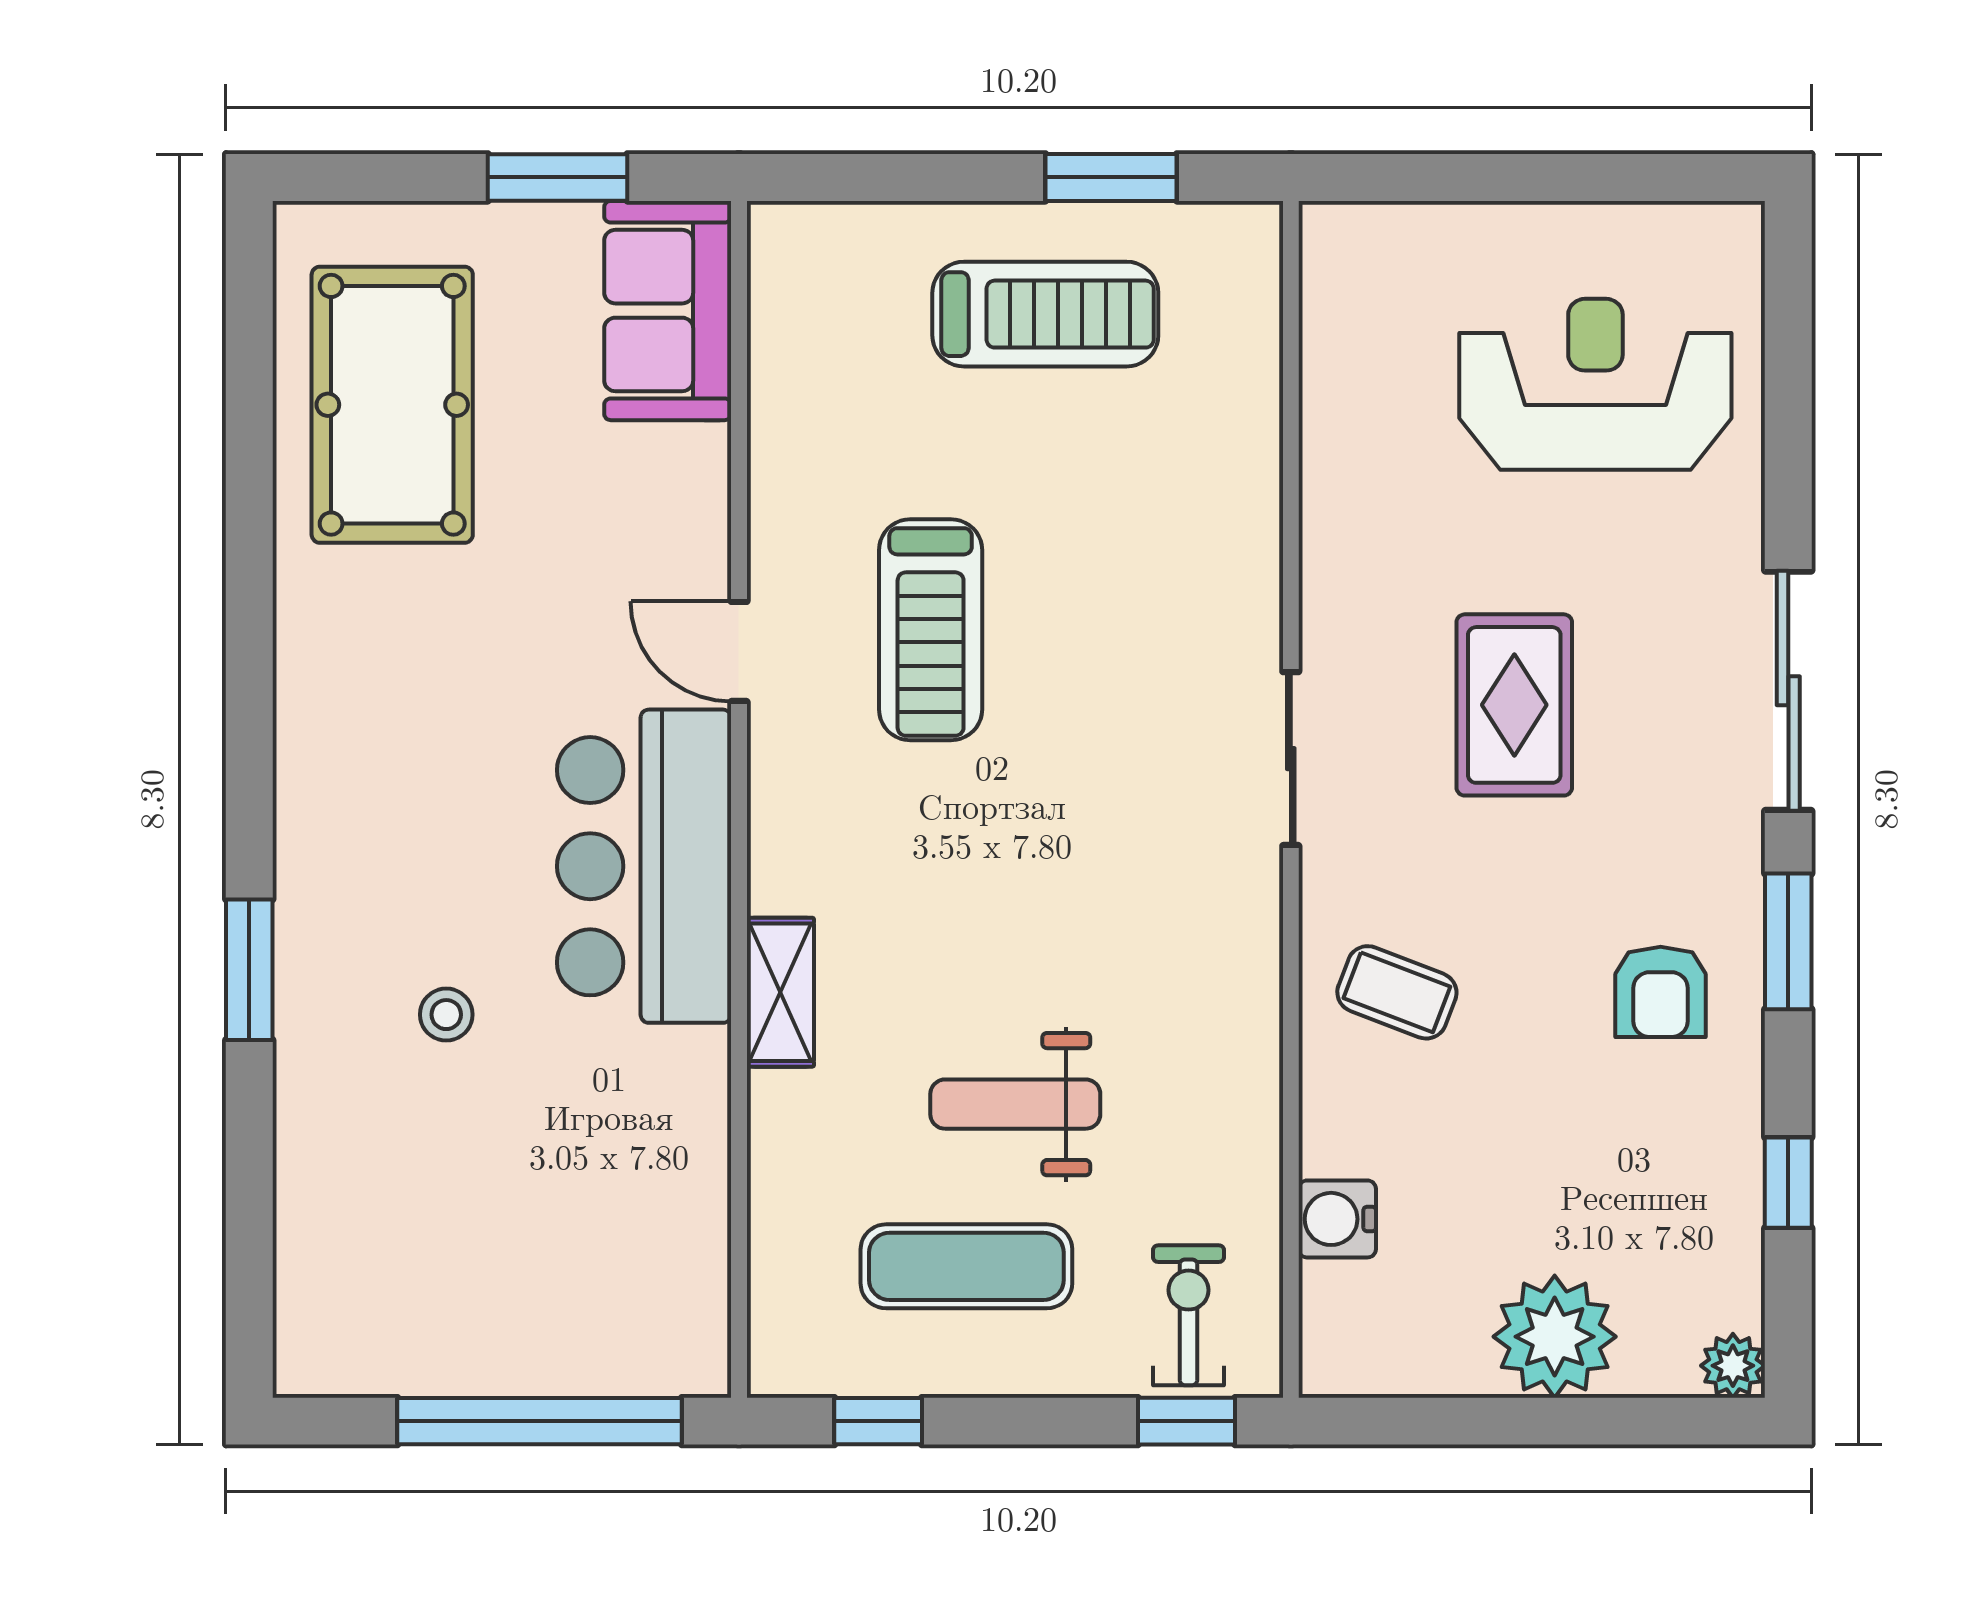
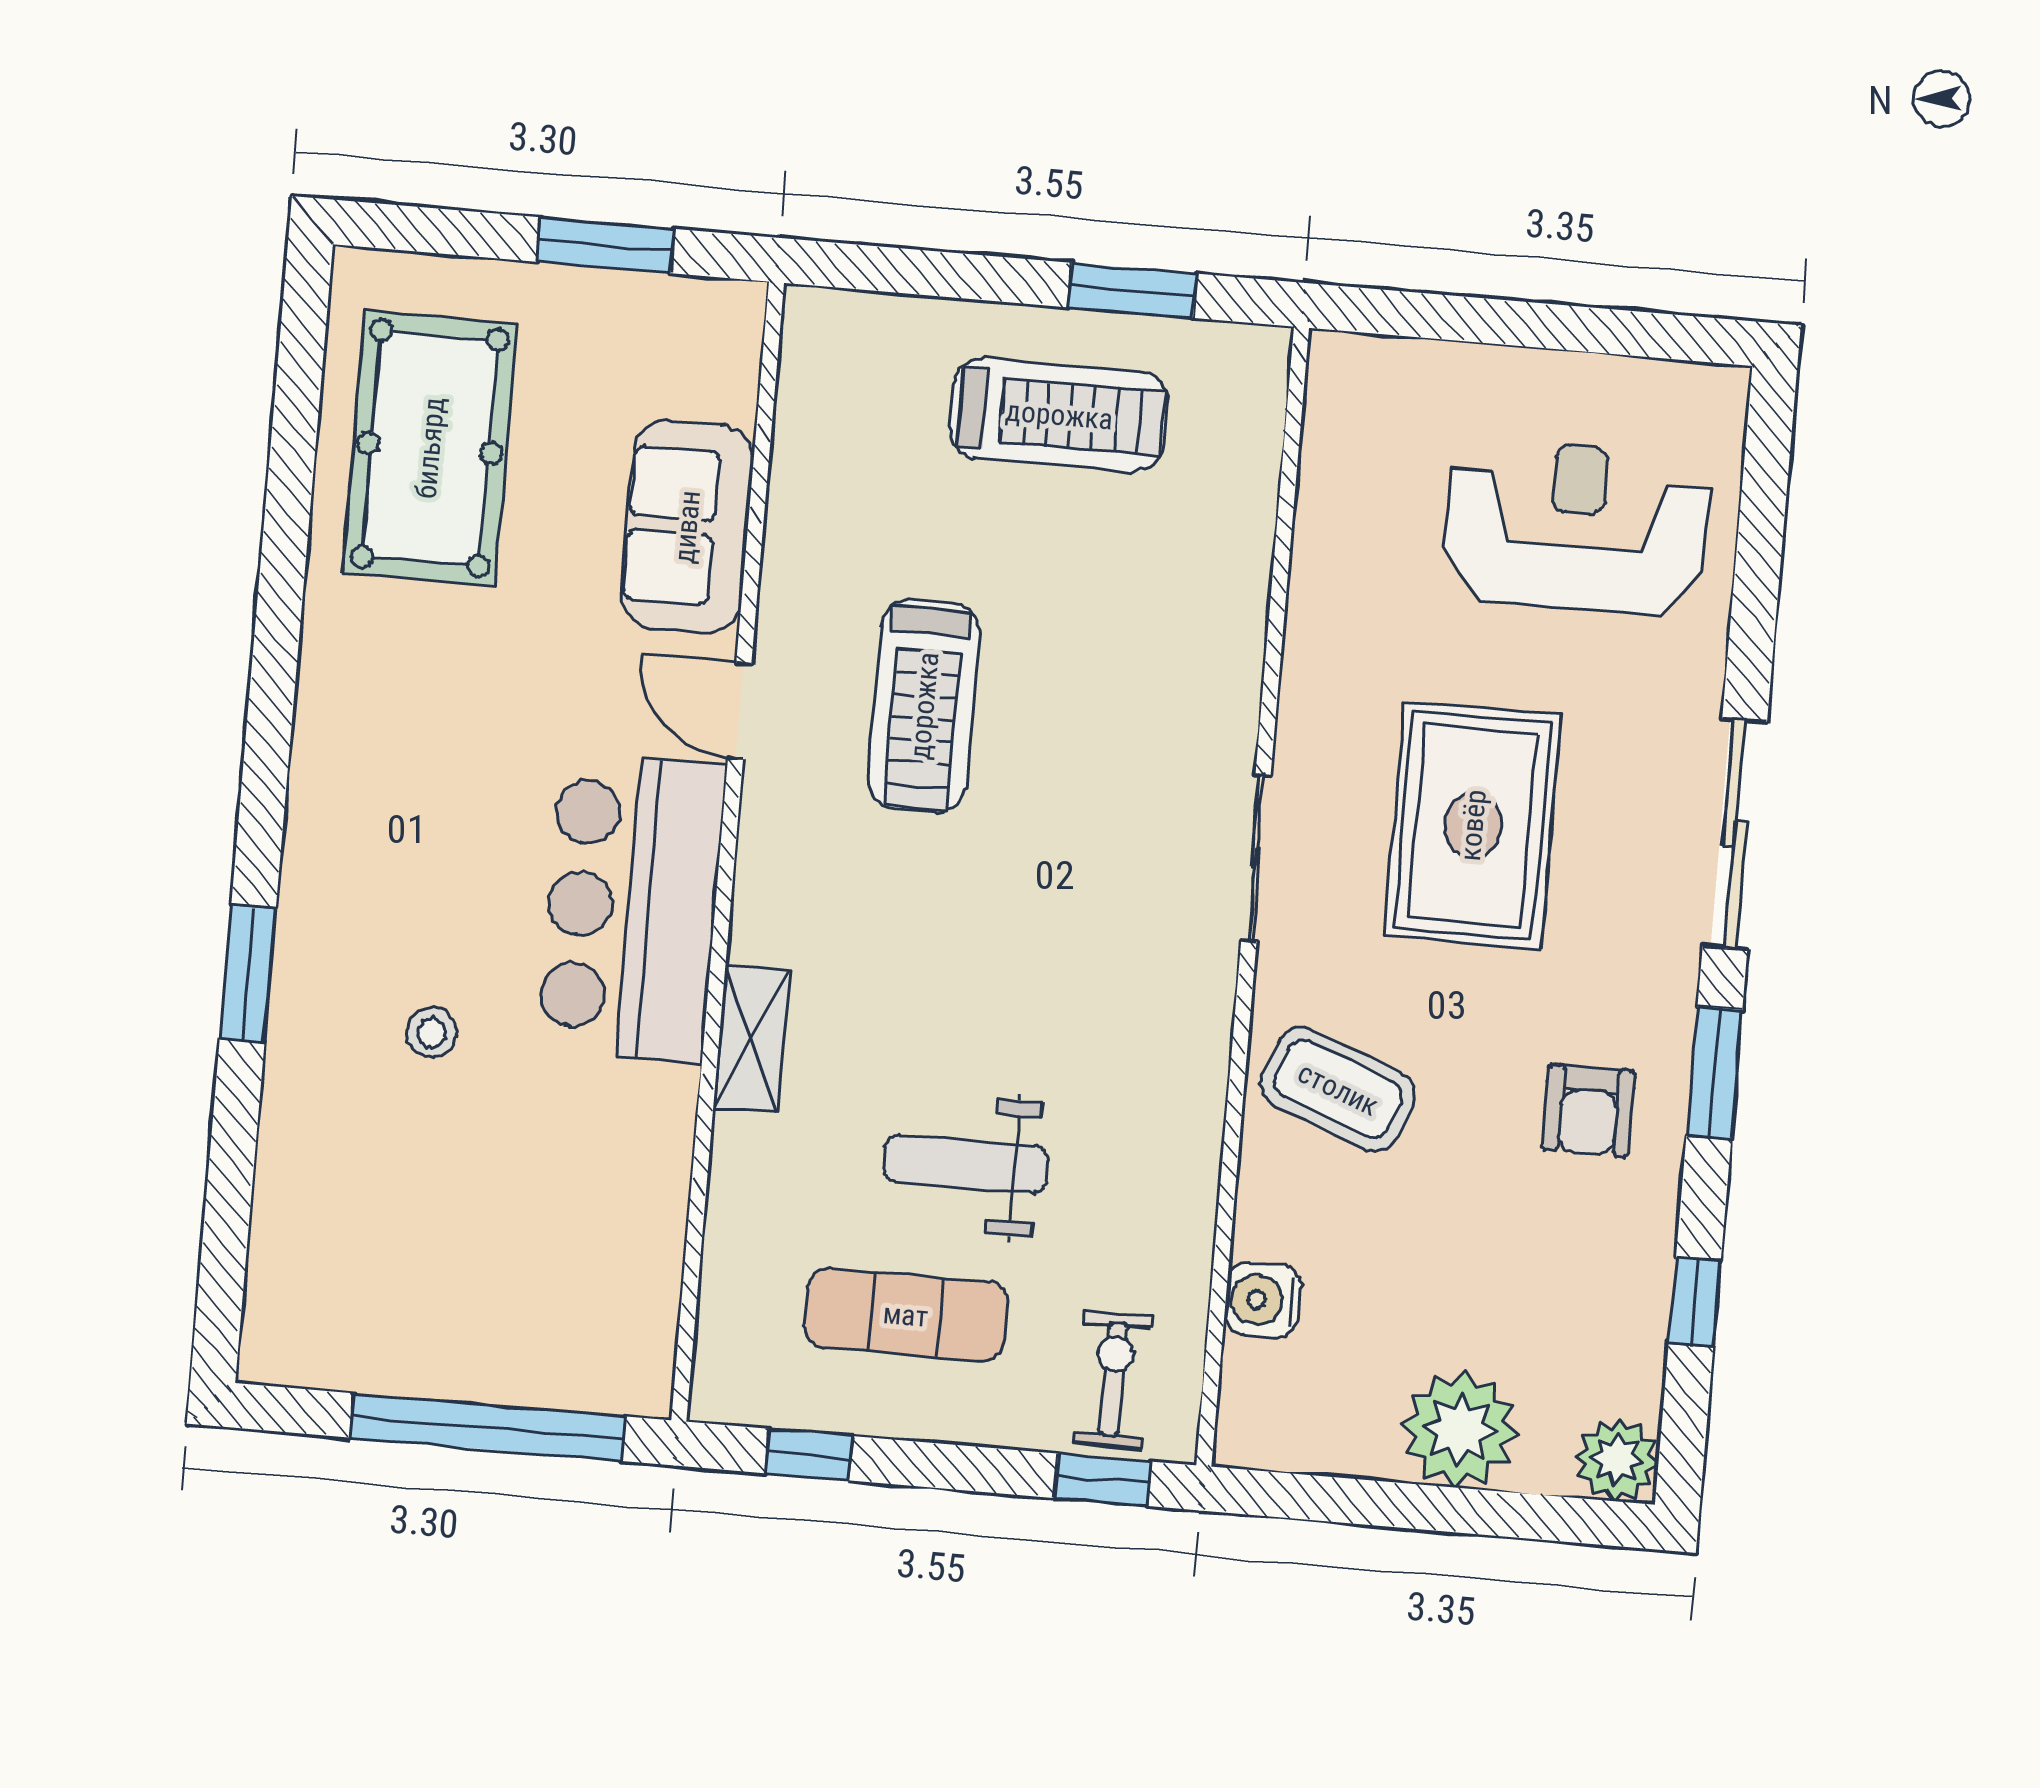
sofa: (668, 311) -> (687, 527), moved
rug: (1514, 705) -> (1473, 825), width x1.36, depth x1.43
coffee table: (1397, 992) -> (1338, 1089), width x1.36, depth x1.30
plant: (1733, 1366) -> (1617, 1459), width x1.38, depth x1.38

